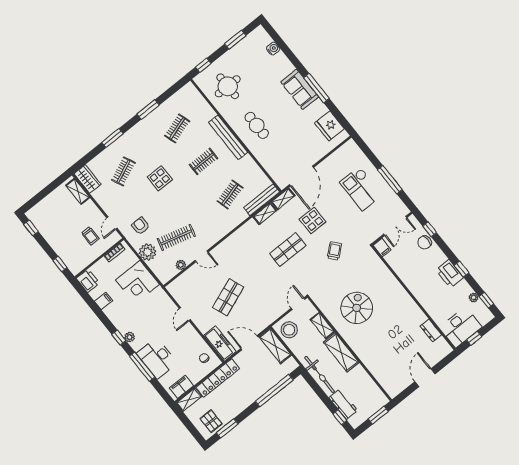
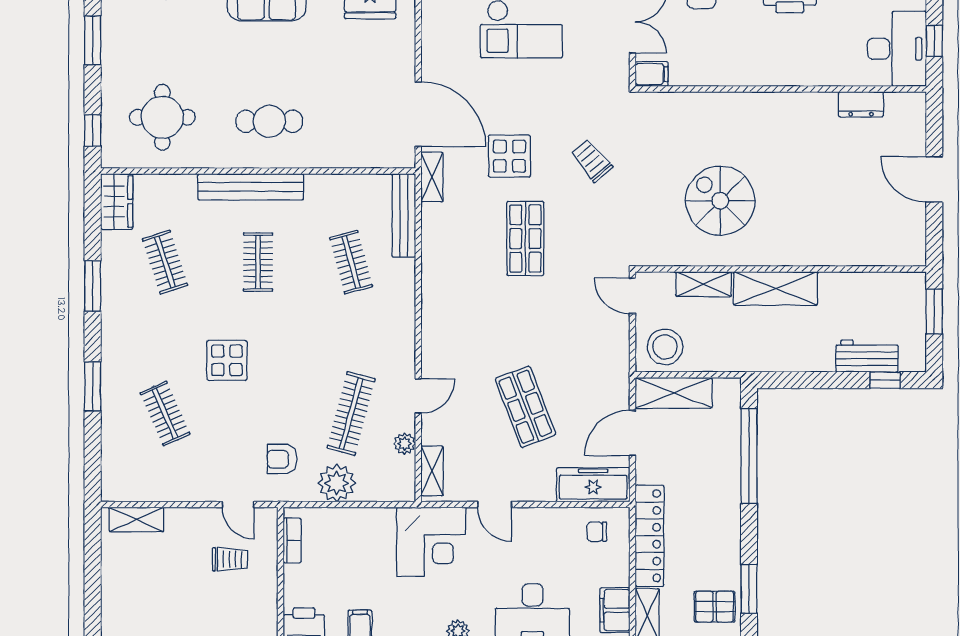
wardrobe: (87, 179) -> (117, 202), moved, turned 90
shelving: (265, 214) -> (432, 471), moved
corner desk: (138, 282) -> (431, 542), moved
bicycle: (320, 374) -> (784, 356), removed

